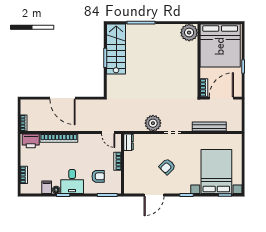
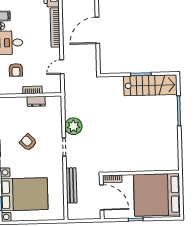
plant: (189, 33) -> (170, 162), removed
door: (108, 133) -> (62, 67), moved
dresser: (129, 142) -> (36, 101), moved

